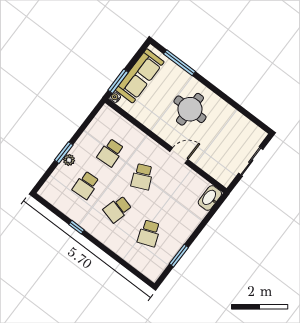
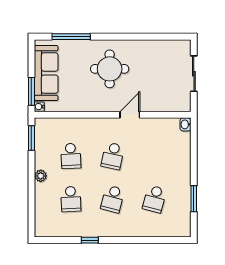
window: (64, 153) -> (31, 138), moved
plant: (69, 160) -> (41, 176), moved
school desk: (142, 177) -> (113, 156), turned 36
washbasin: (210, 198) -> (185, 124), width x0.52, depth x0.69
school desk: (149, 233) -> (154, 199), turned 36

